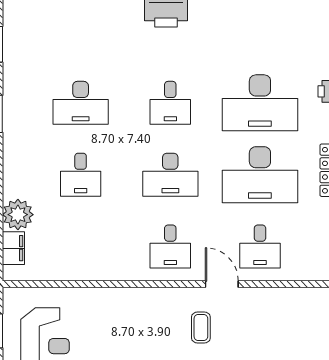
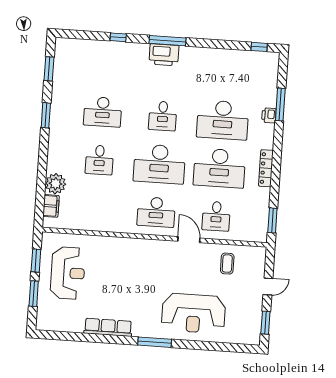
desk: (170, 175) -> (159, 164), width x1.36, depth x1.30
desk: (170, 247) -> (156, 212), width x1.37
coffee table: (201, 328) -> (227, 264), moved

